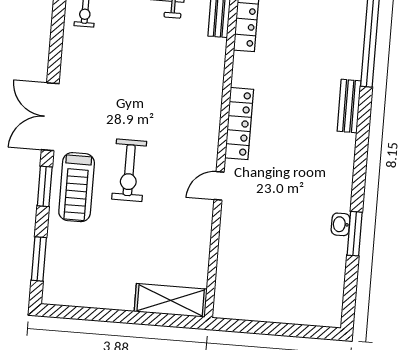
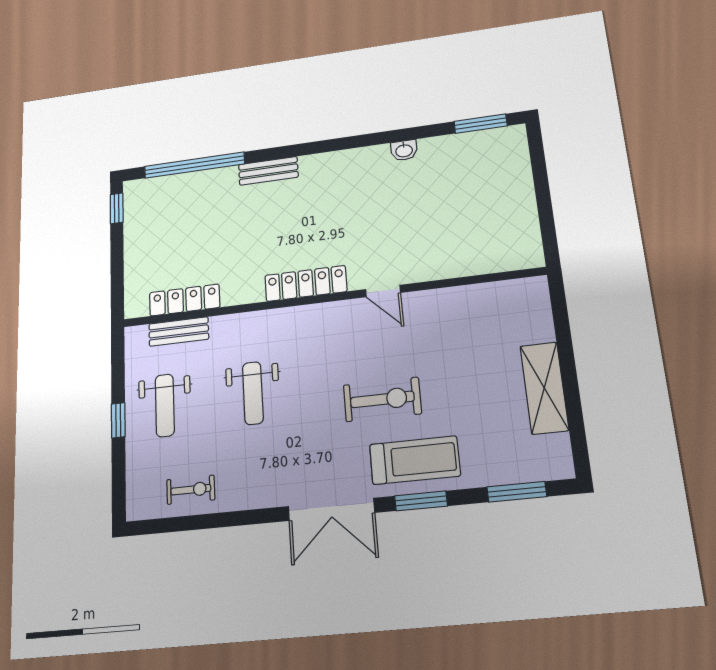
weight bench: (155, 67) -> (253, 393), added
window: (355, 234) -> (481, 124), moved
shelving: (171, 300) -> (544, 388), moved

